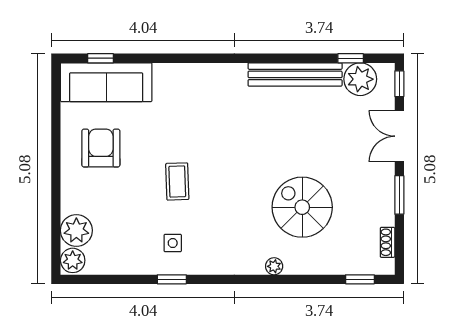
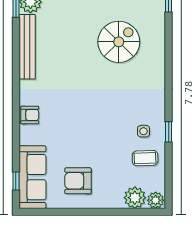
armchair: (196, 78) -> (30, 115), added
coffee table: (177, 181) -> (145, 158), moved
spiral stairs: (302, 207) -> (119, 42), turned 180
plant: (274, 266) -> (160, 61), removed

